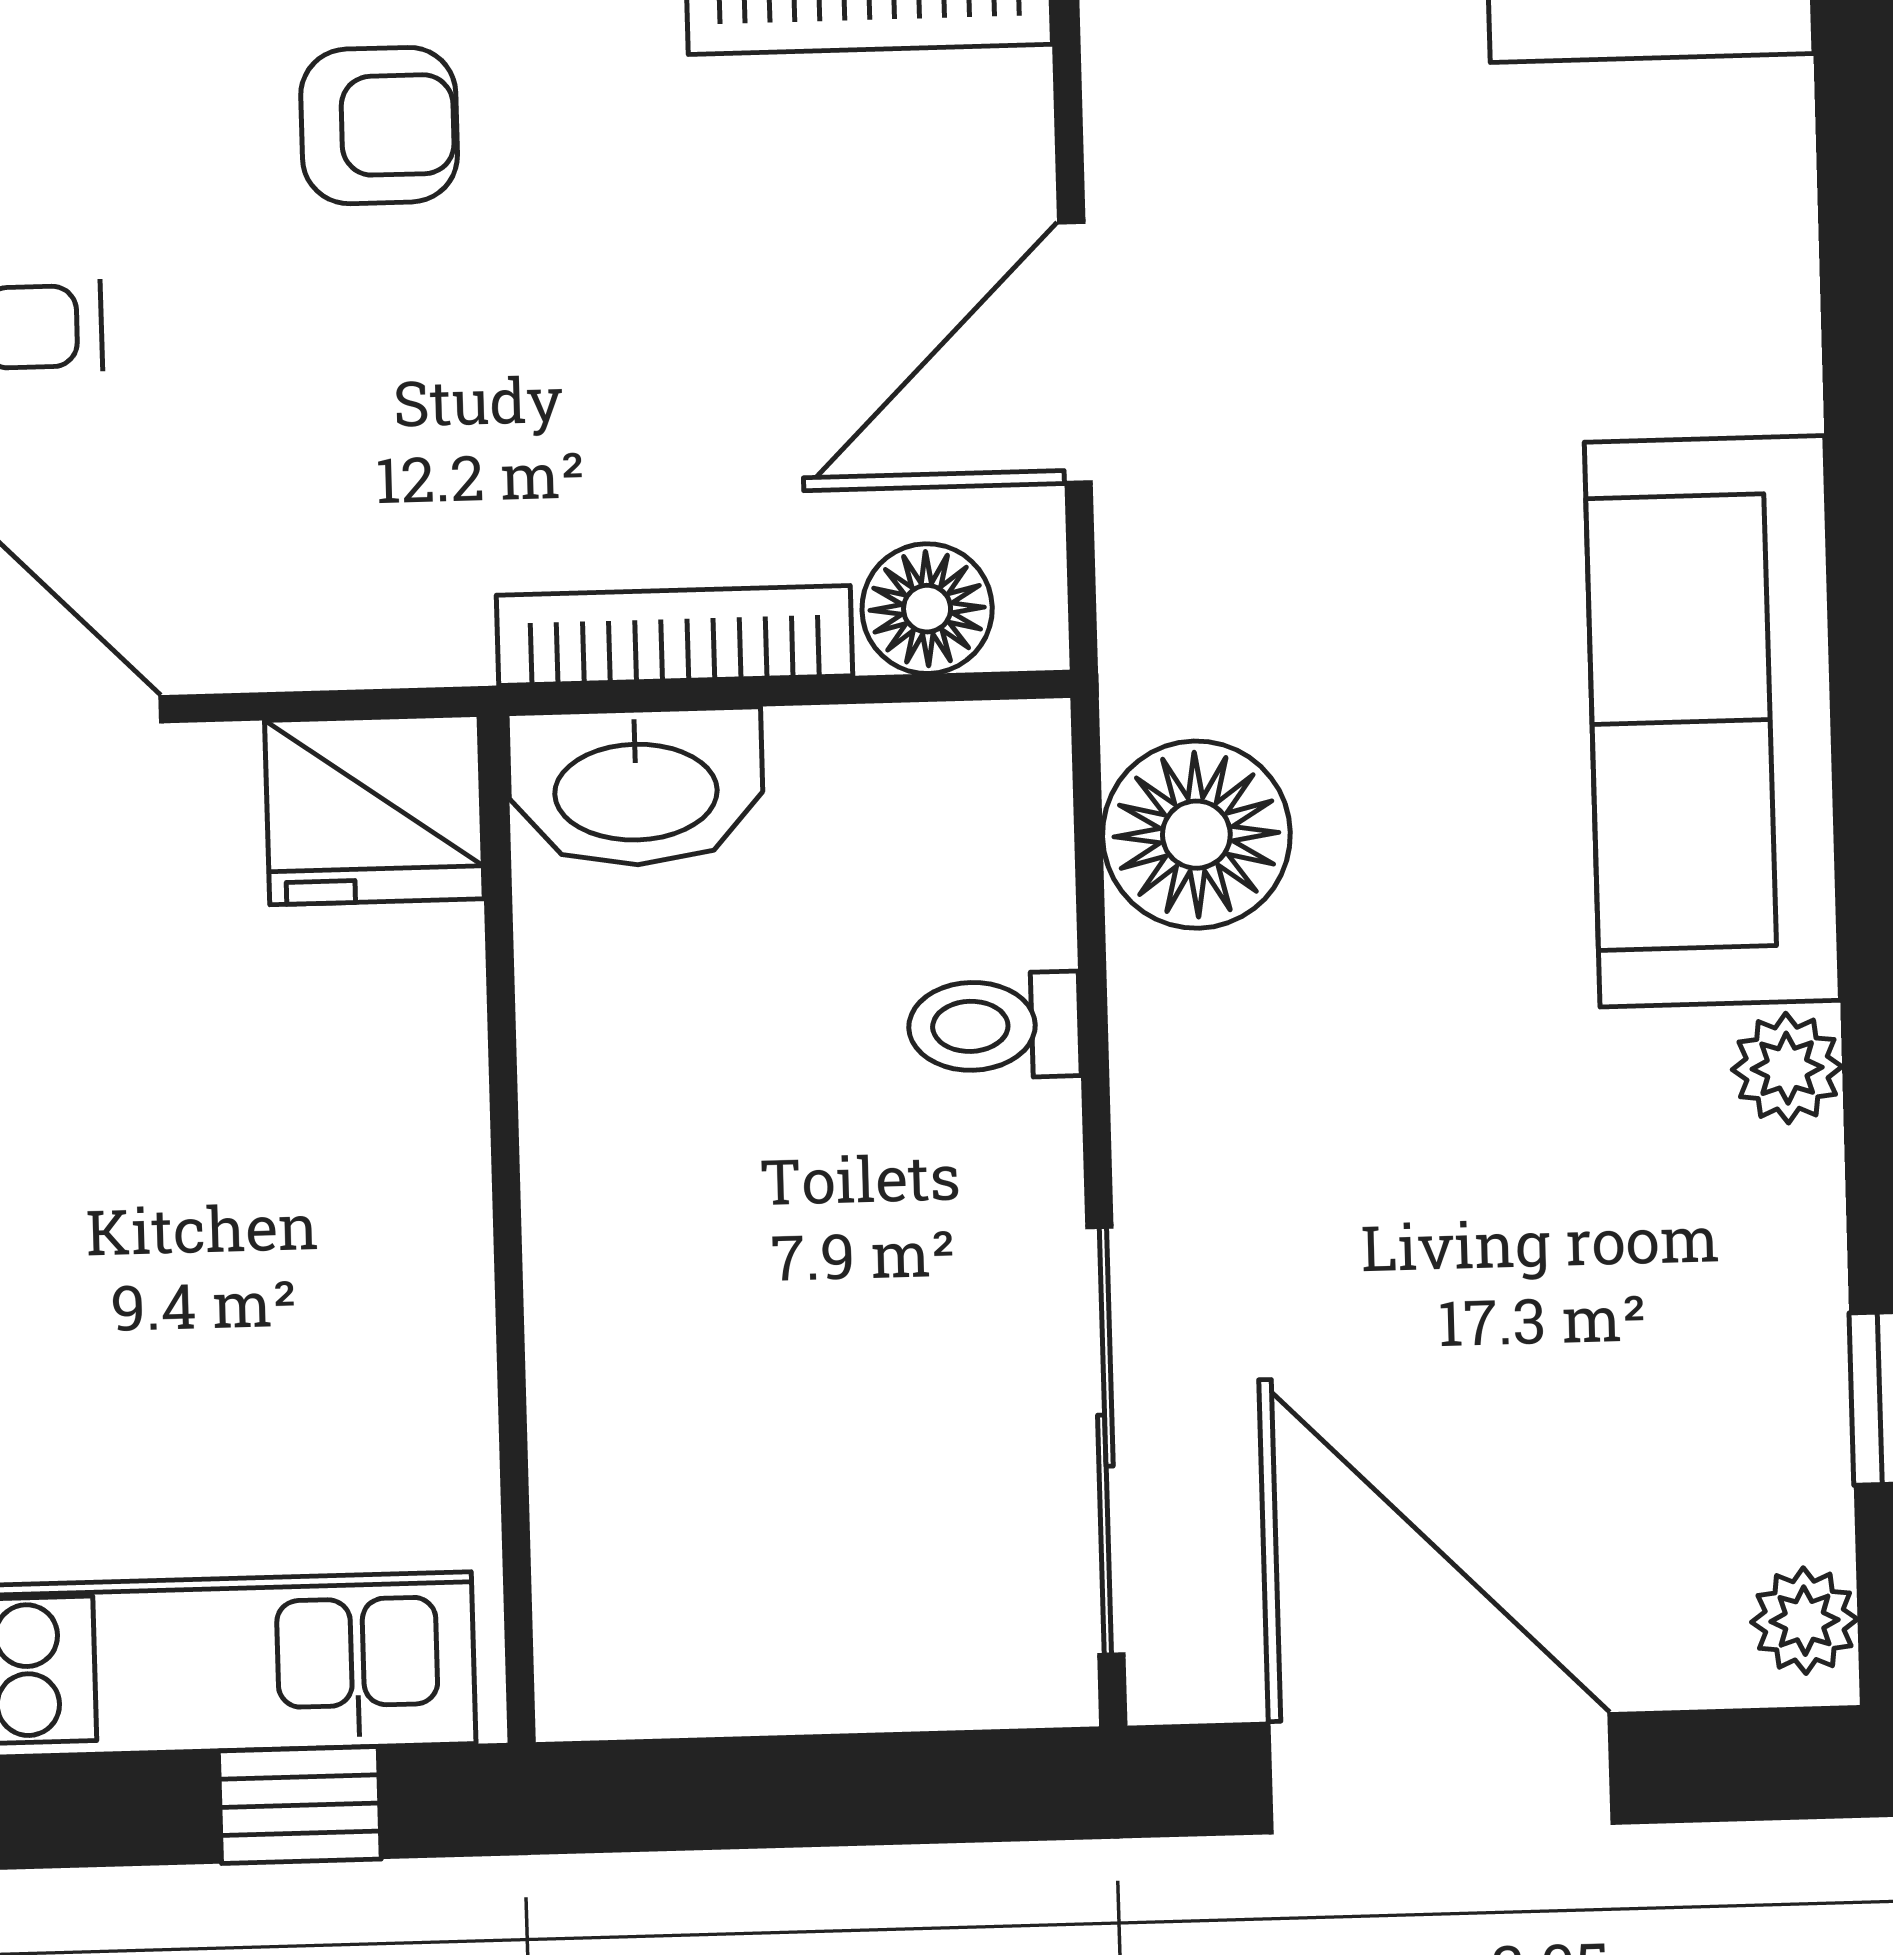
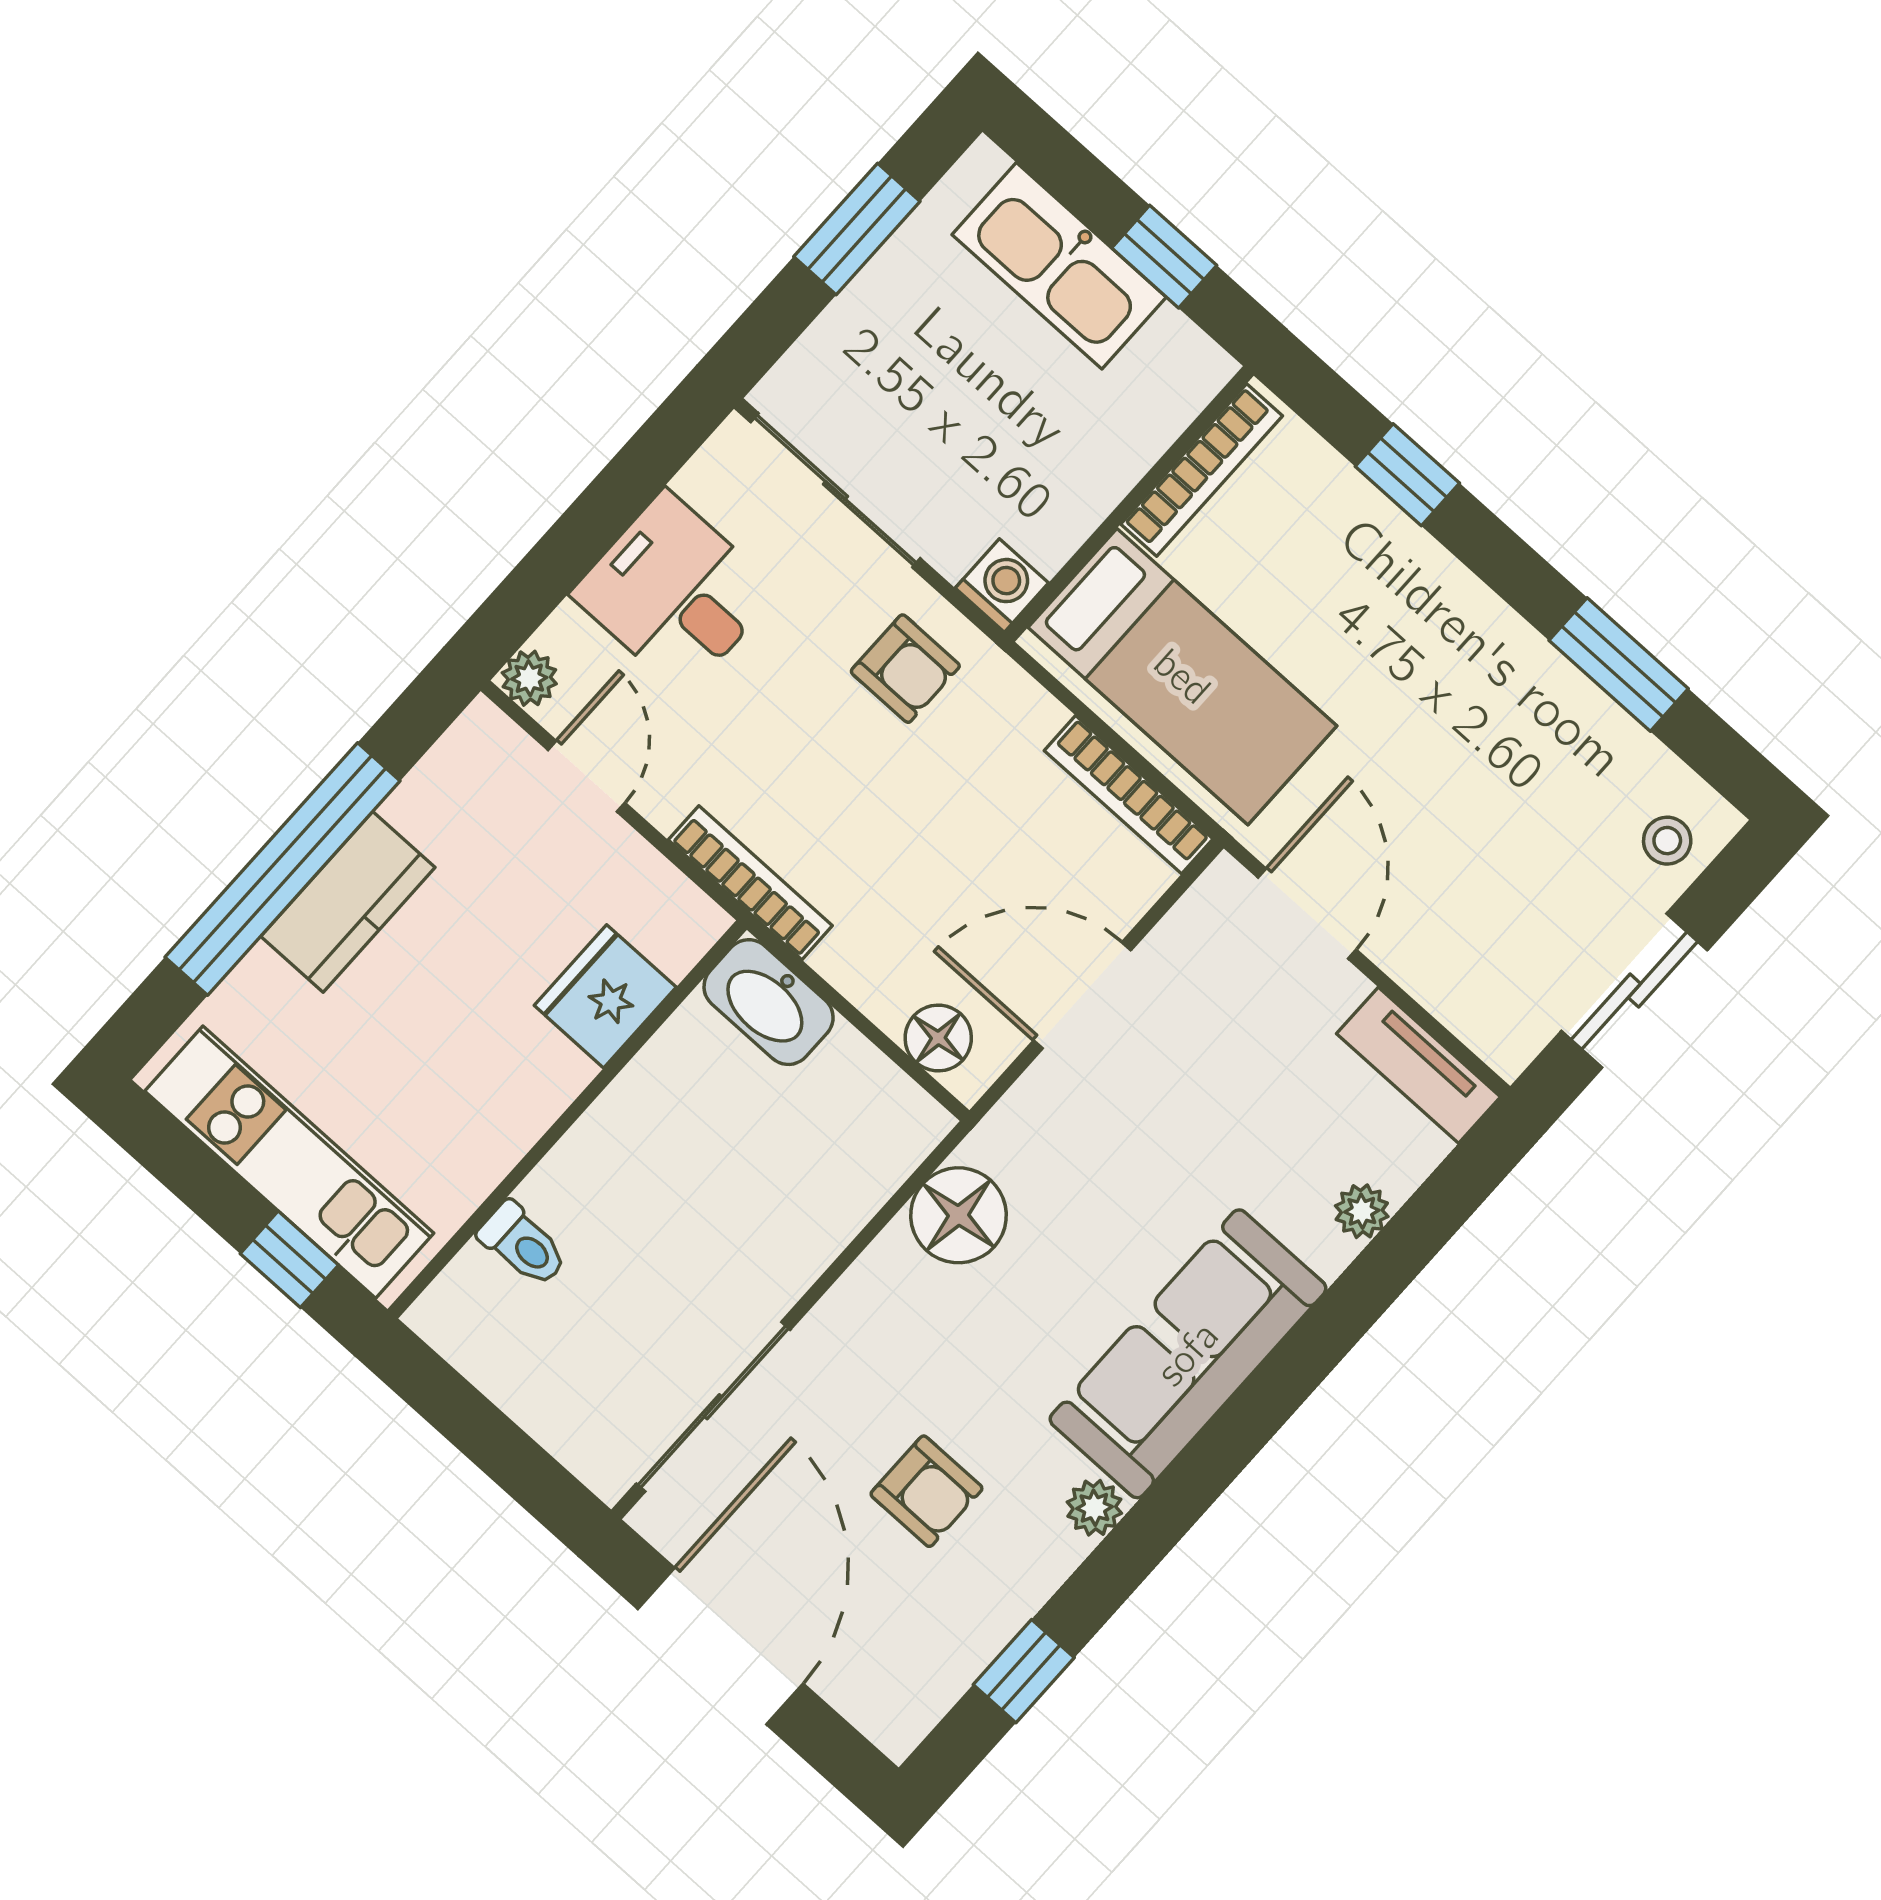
bookcase: (674, 635) -> (750, 883), moved
fridge: (374, 810) -> (605, 996), moved, turned 90
toilet: (994, 1026) -> (523, 1244), moved, turned 180
armchair: (1525, 1272) -> (927, 1491), added
plant: (1805, 1621) -> (1362, 1211), moved

